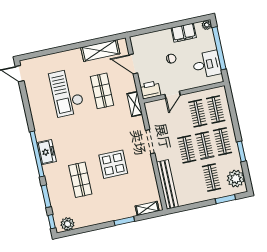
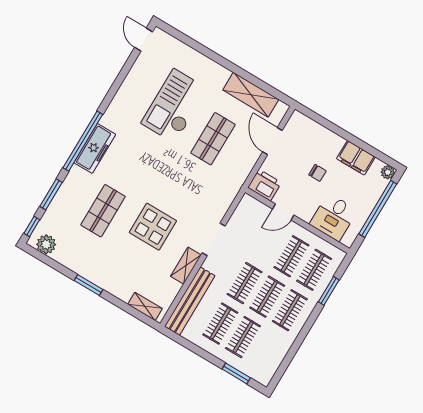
desk: (207, 64) -> (334, 217), moved, turned 90
shelving: (135, 104) -> (186, 266), moved
window: (241, 151) -> (329, 291), moved
freezer: (47, 152) -> (95, 148), width x1.40
plant: (236, 179) -> (267, 362), removed
clothes rail: (194, 181) -> (220, 324), added
window: (124, 221) -> (88, 285), moved

